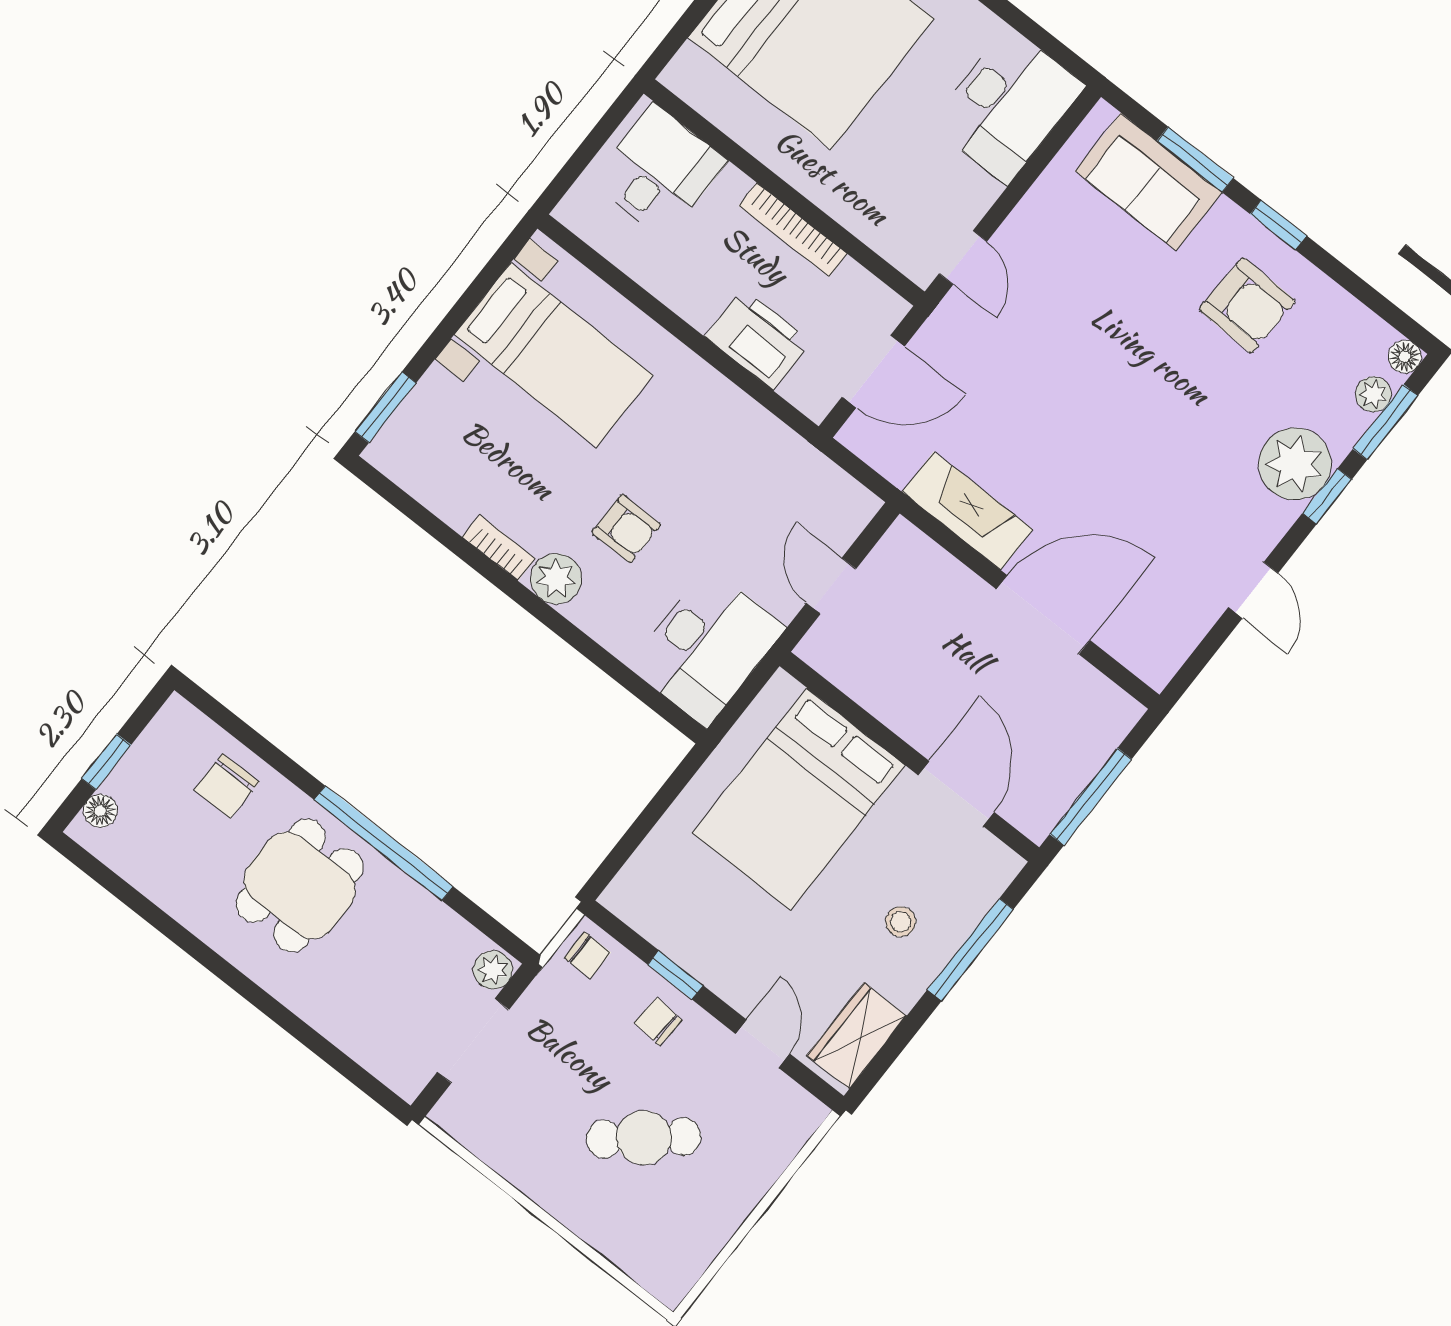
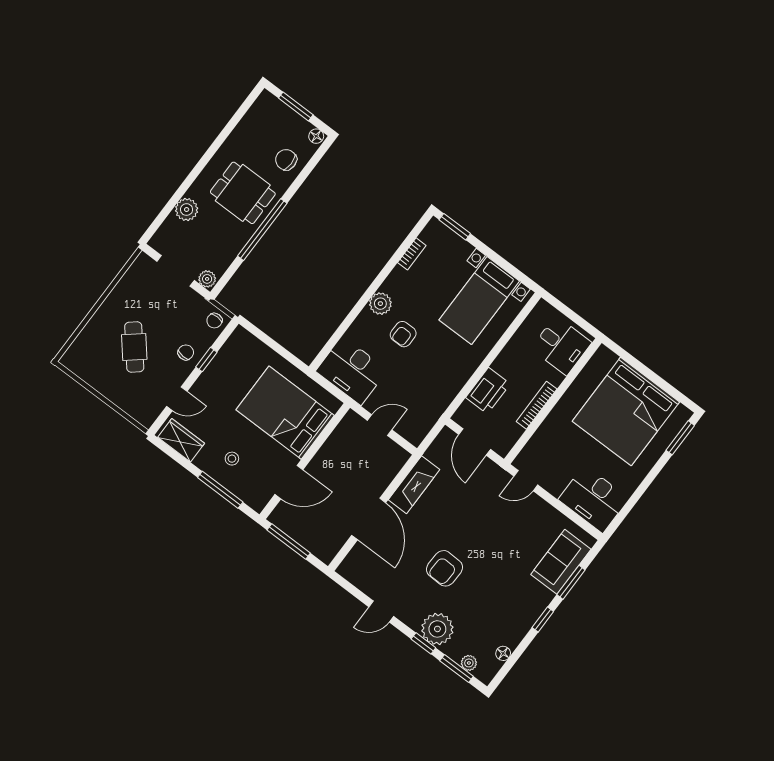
armchair: (1247, 305) -> (445, 568), moved
floor lamp: (1405, 357) -> (503, 653), moved
bookcase: (499, 548) -> (412, 254), moved
window: (106, 762) -> (296, 106), width x1.50
floor lamp: (100, 811) -> (316, 136), moved
plant: (335, 1013) -> (187, 210), added

